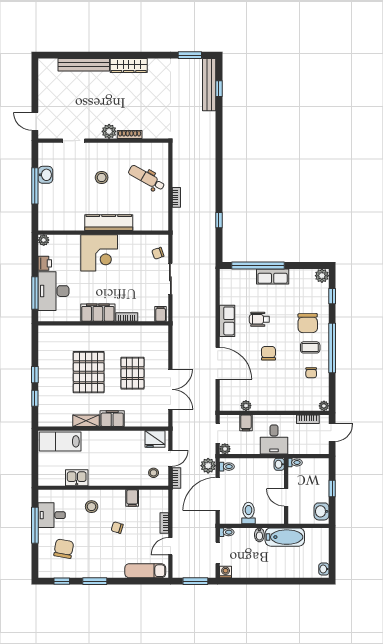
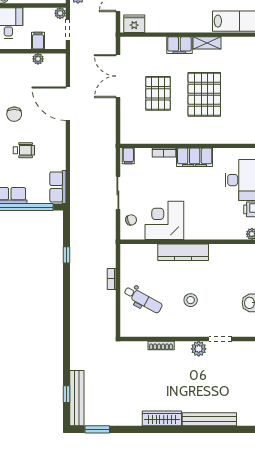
plant: (109, 131) -> (199, 349), moved
corner desk: (99, 253) -> (164, 220), moved
row of seats: (227, 321) -> (58, 187), moved

